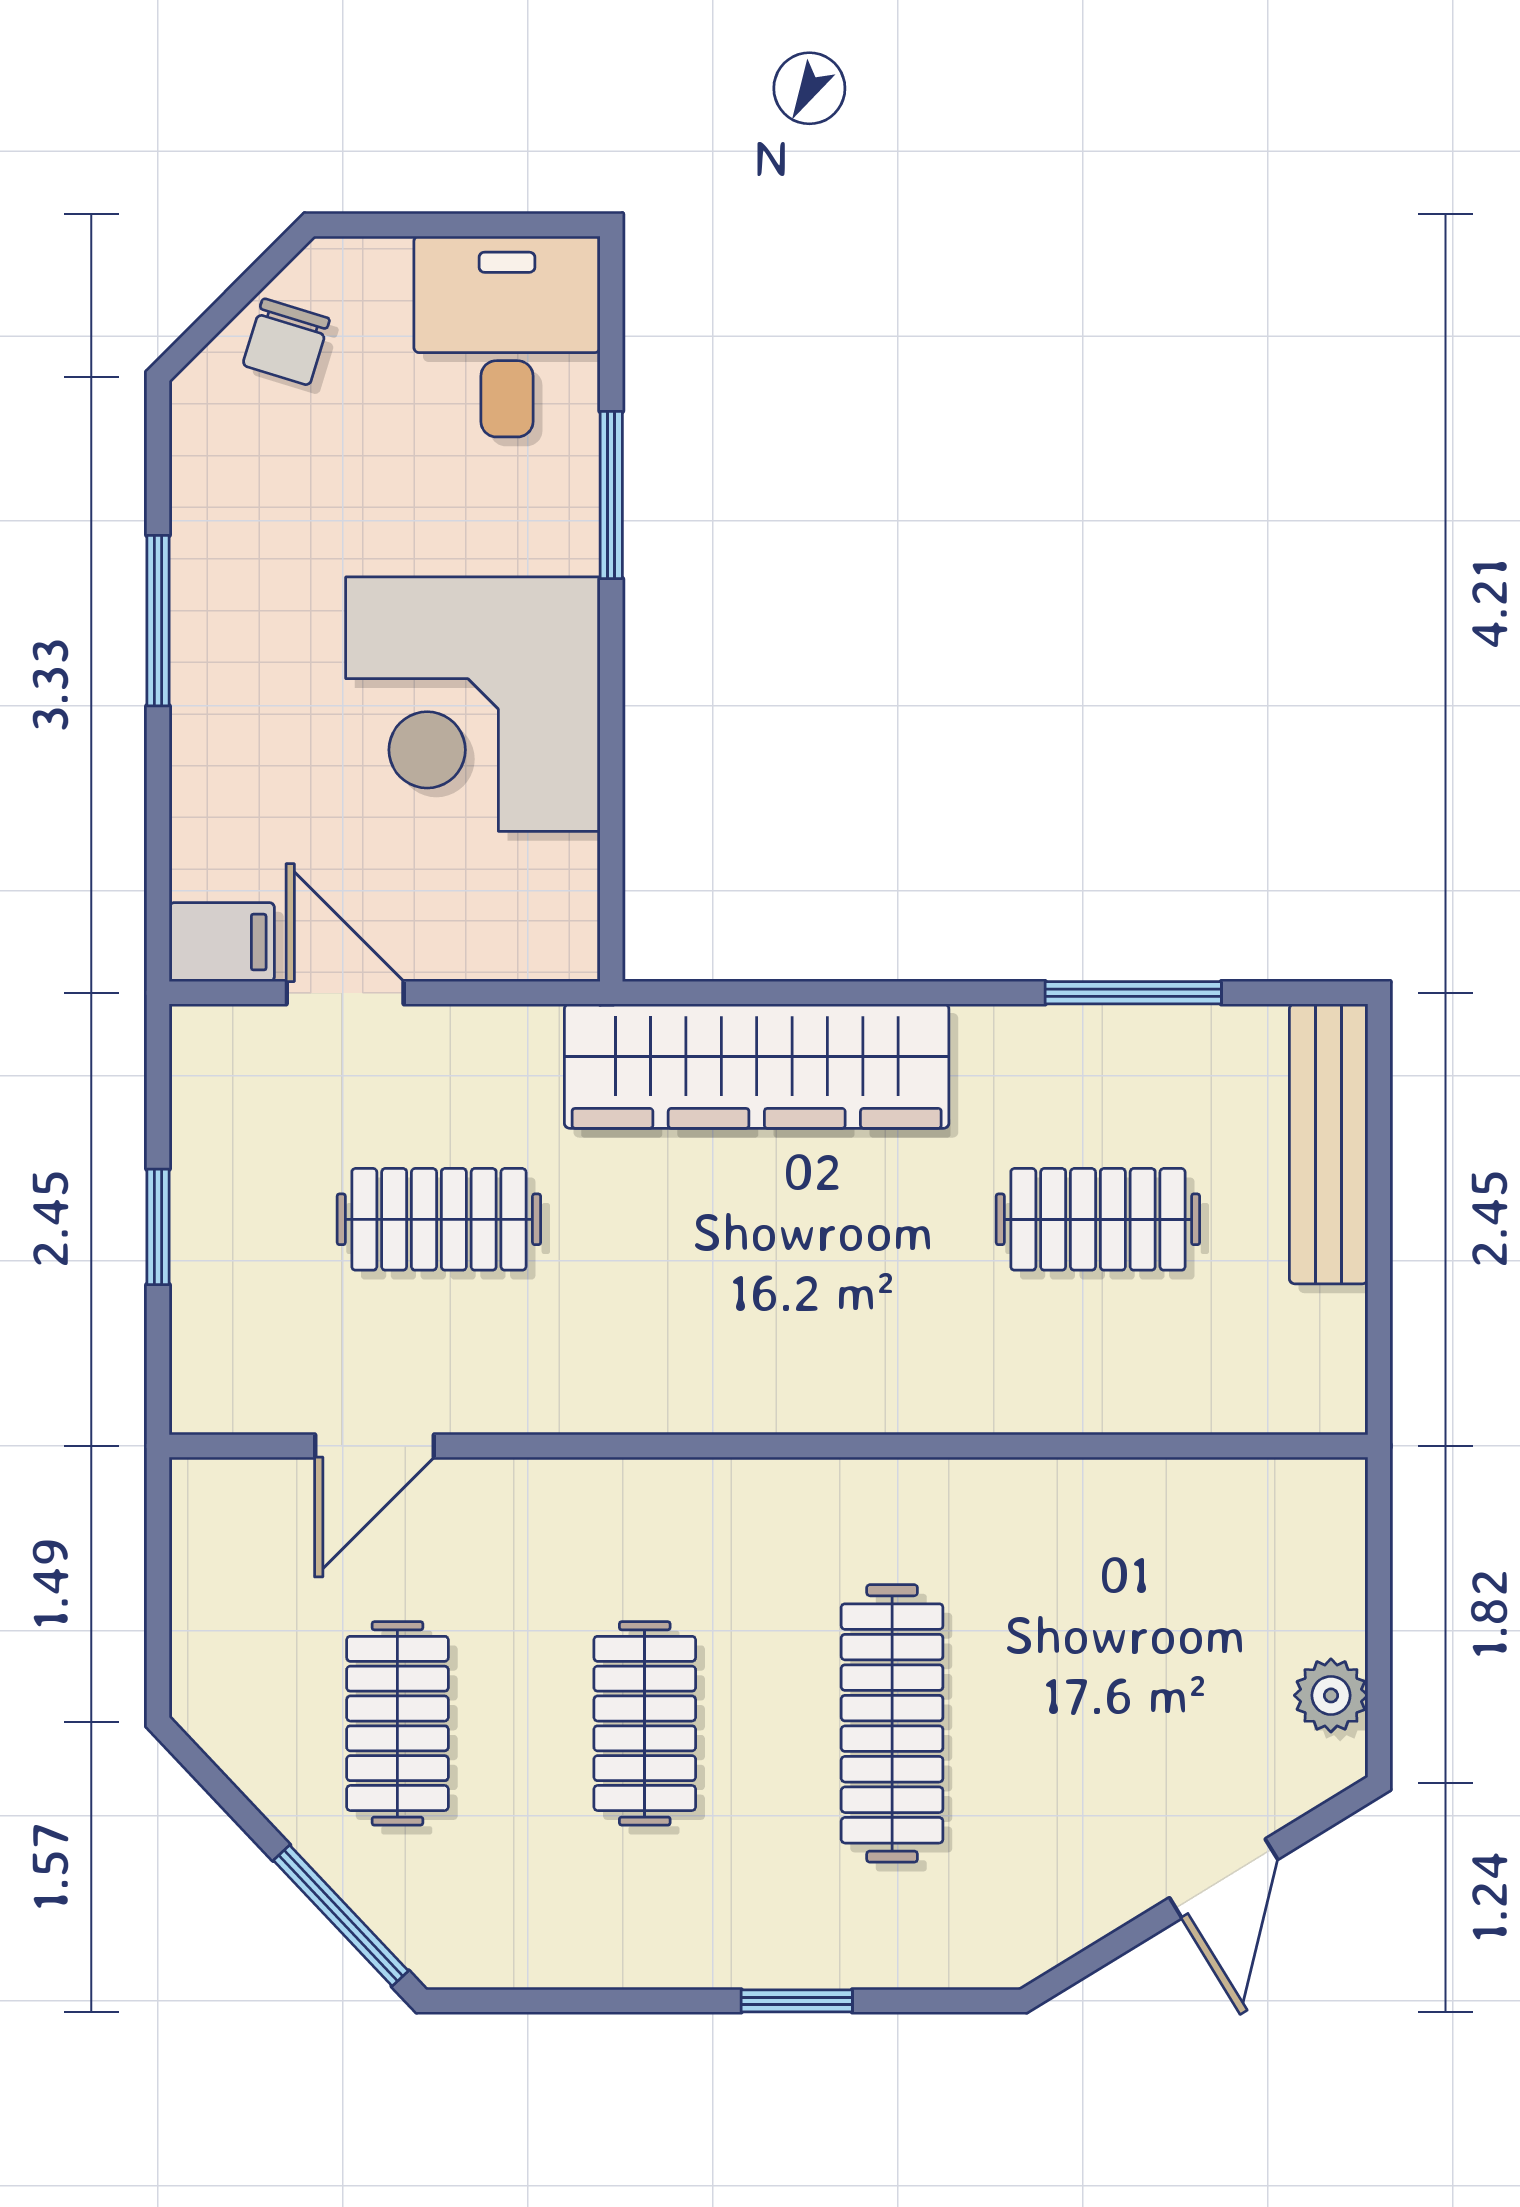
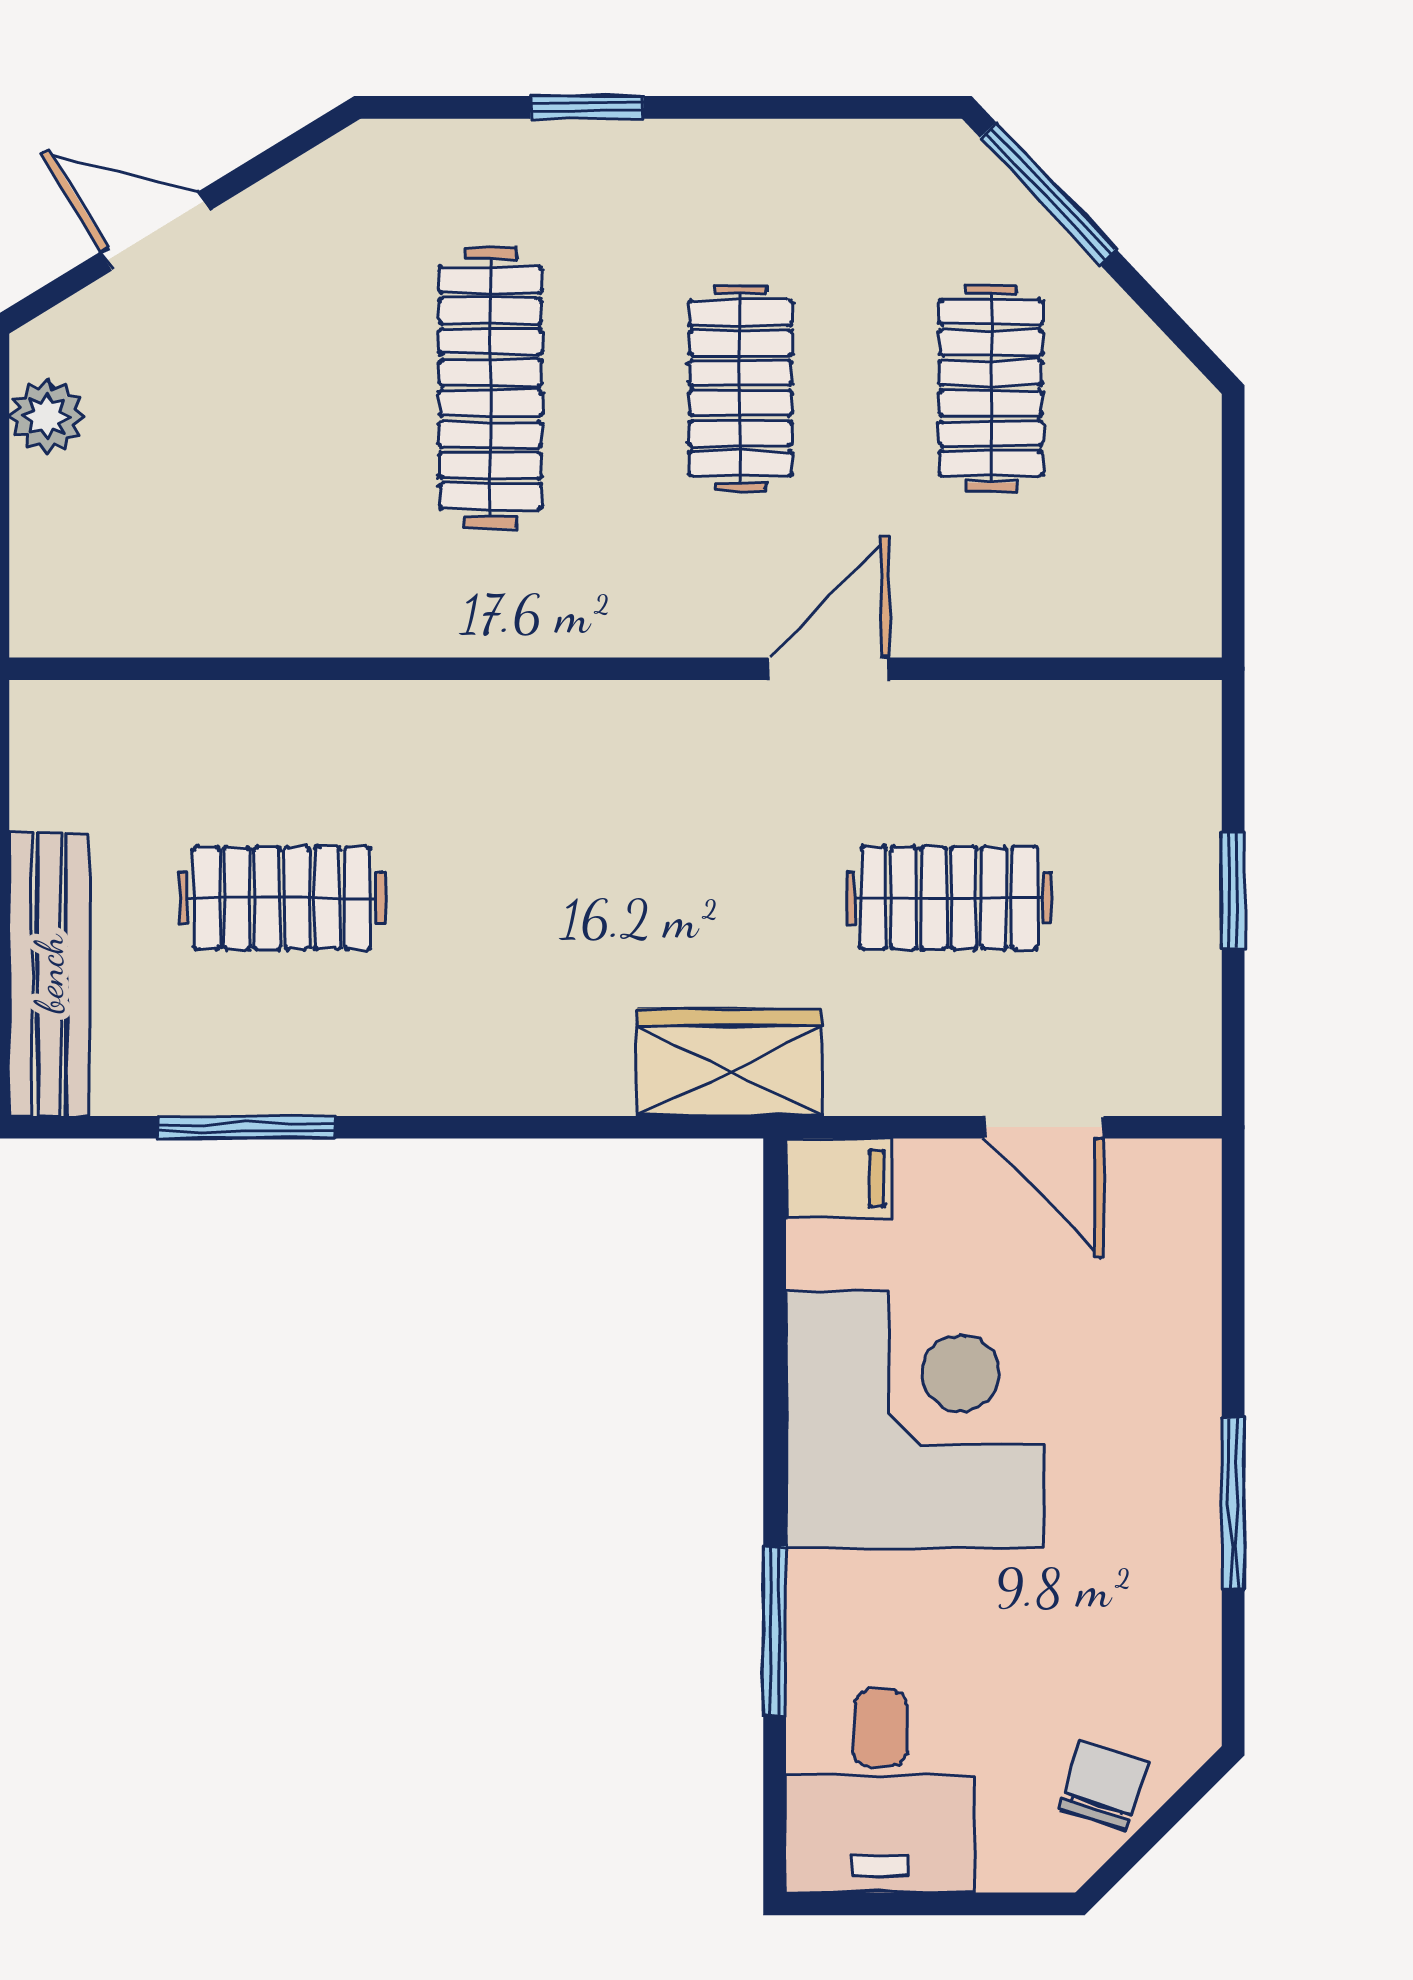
filing cabinet: (222, 942) -> (839, 1178), moved, turned 180
wardrobe: (757, 1066) -> (729, 1062), width x0.48, depth x0.85
door: (374, 1446) -> (829, 669), moved
door: (1224, 1879) -> (155, 231), hinge flipped

